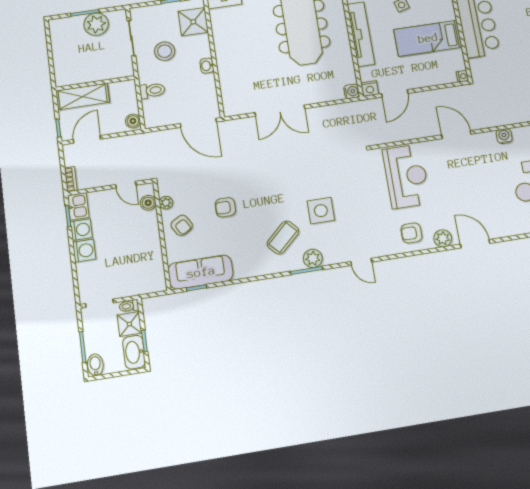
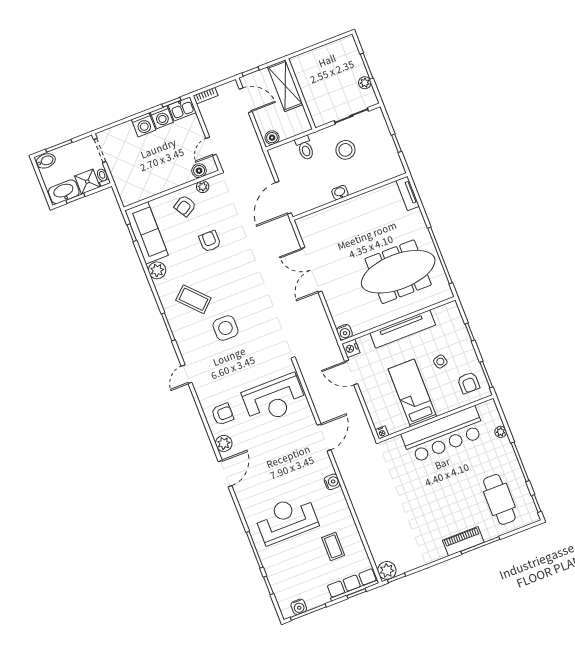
shower: (193, 22) -> (380, 169), removed
plant: (96, 24) -> (365, 83), width x0.53, depth x0.53
armchair: (411, 233) -> (223, 414), turned 90
plant: (313, 258) -> (157, 270), moved

